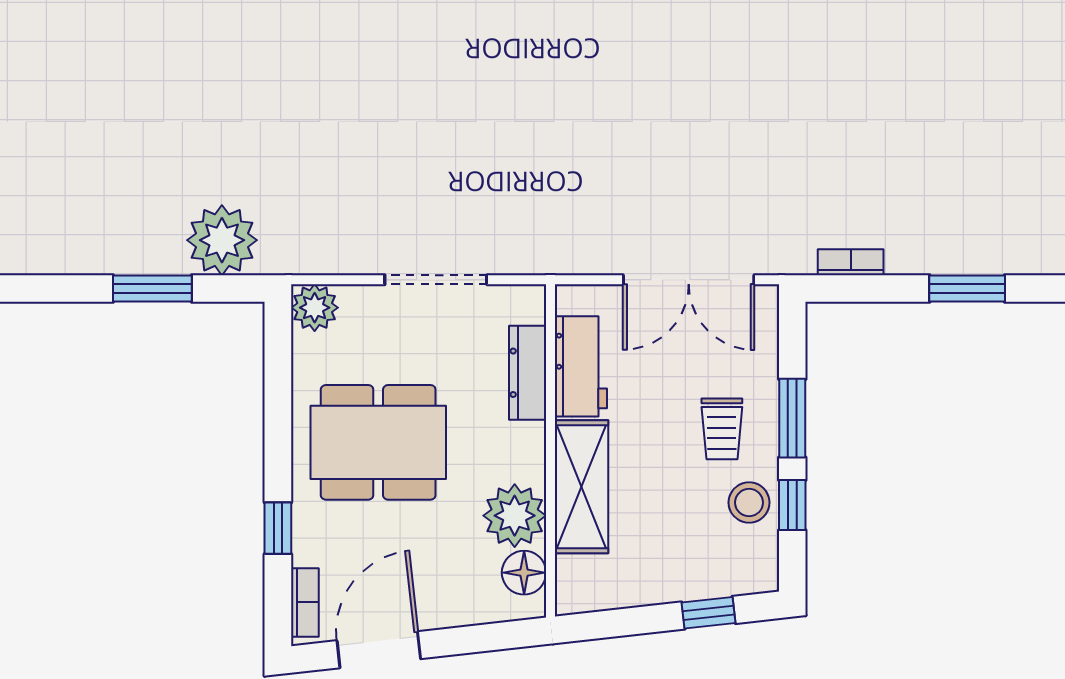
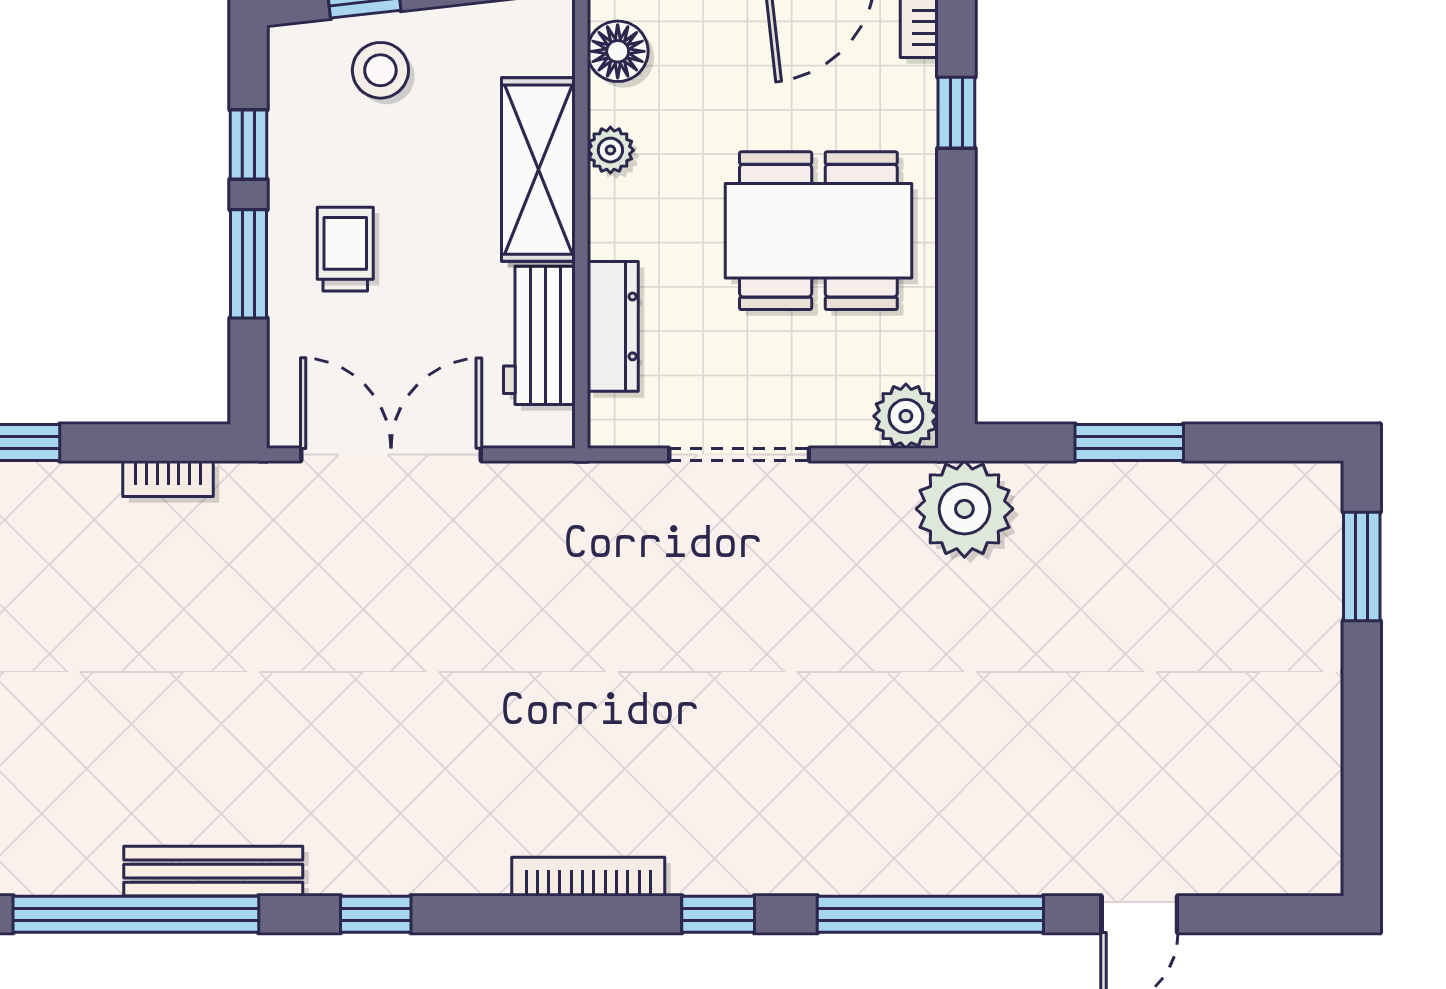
plant: (222, 240) -> (964, 509), moved
stool: (749, 503) -> (380, 70), moved
plant: (515, 516) -> (610, 150), width x0.53, depth x0.53

